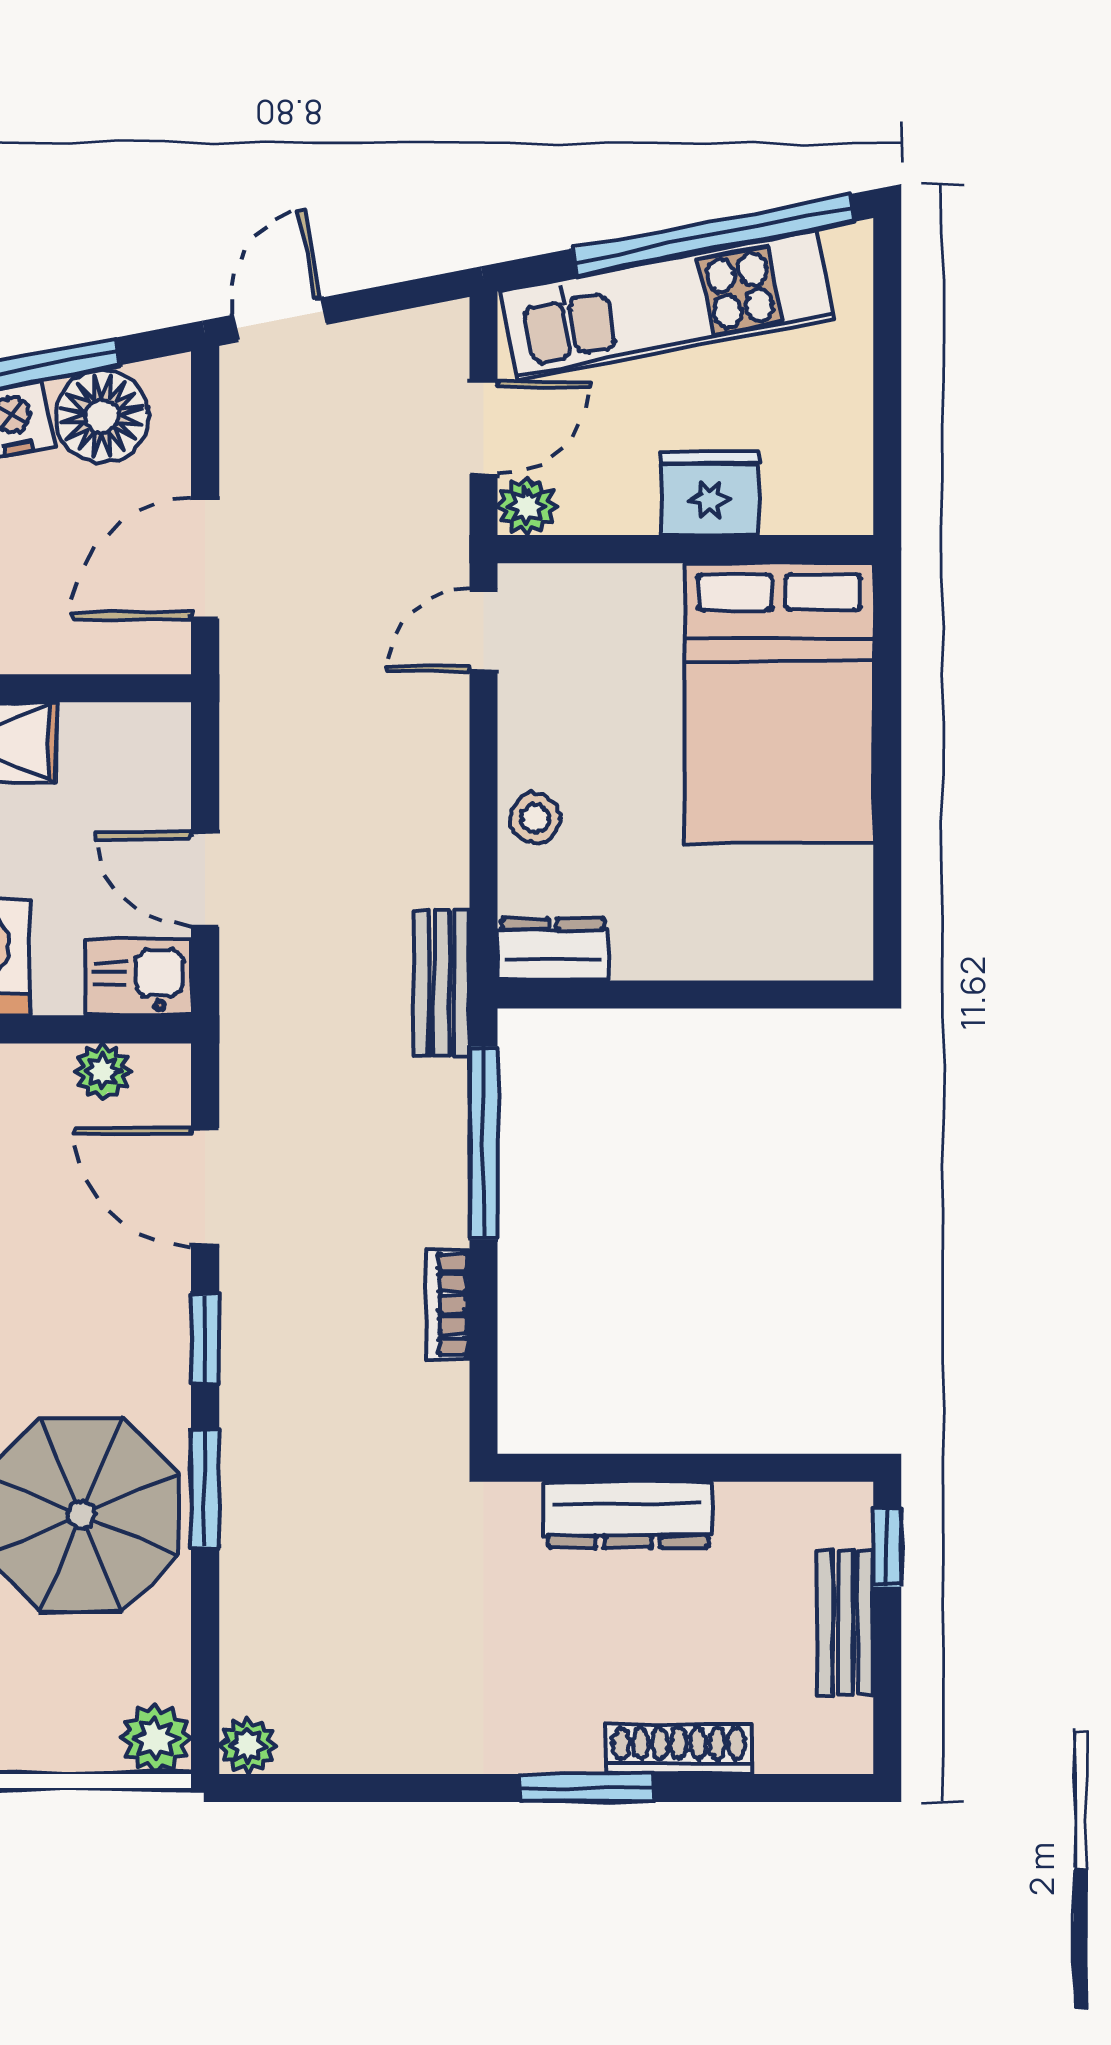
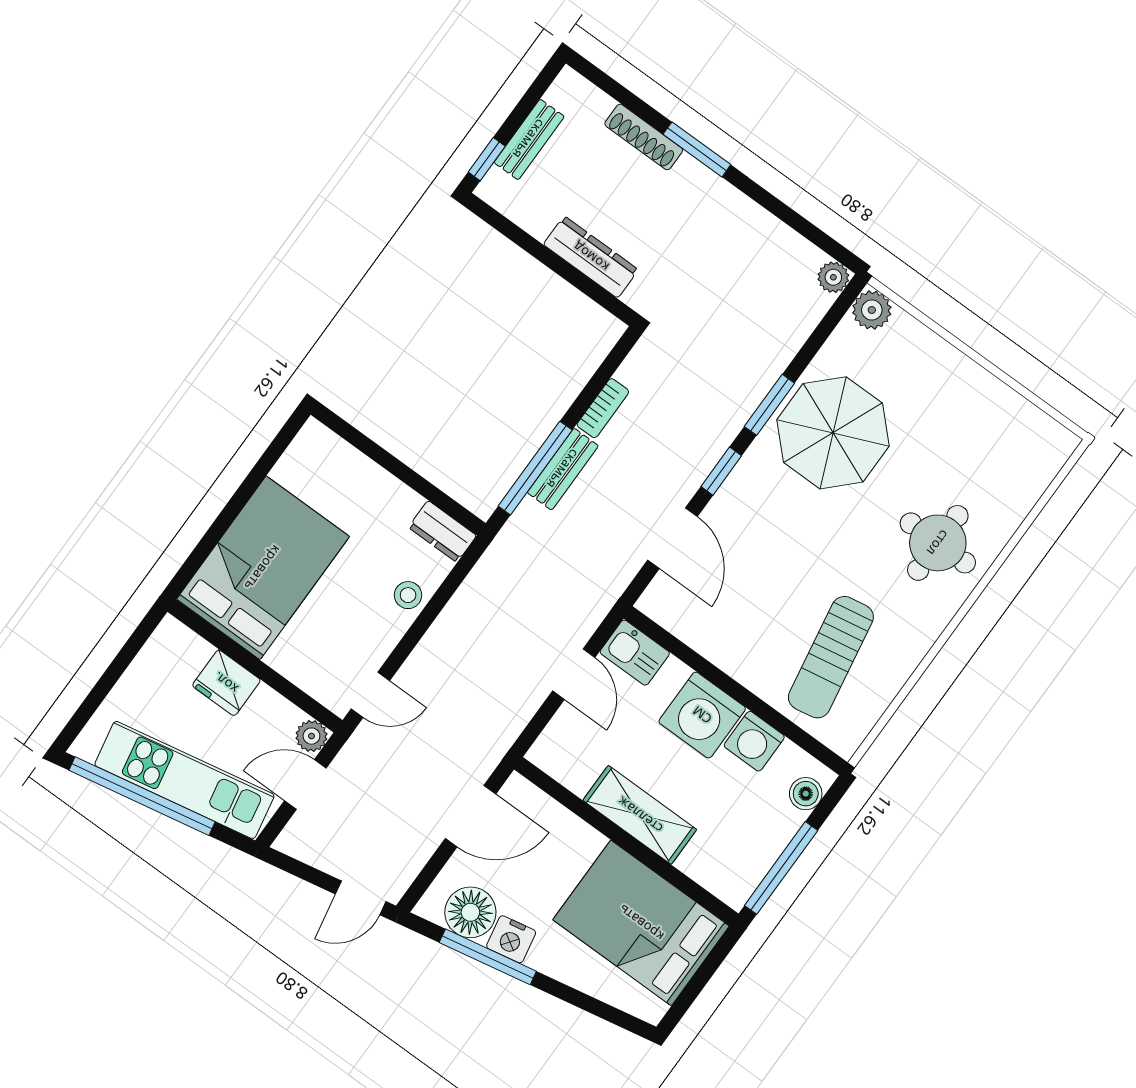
bench: (442, 983) -> (563, 469), moved
plant: (102, 1071) -> (681, 622), removed

